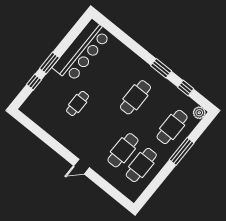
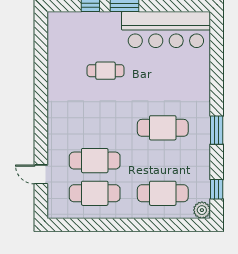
window: (186, 88) -> (217, 189), moved
window: (182, 151) -> (145, 225), removed
door: (82, 167) -> (41, 174), moved

